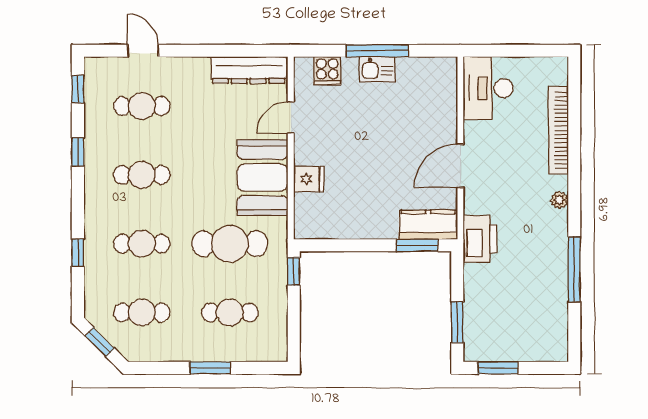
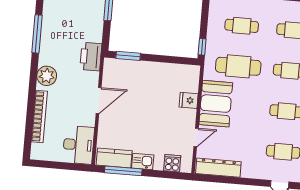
window: (377, 51) -> (123, 171), moved
plant: (559, 200) -> (47, 76), width x1.88, depth x1.88
kitchen counter: (428, 225) -> (114, 158), moved, turned 180

